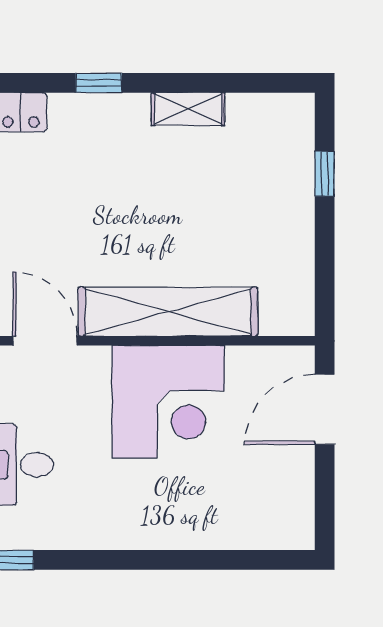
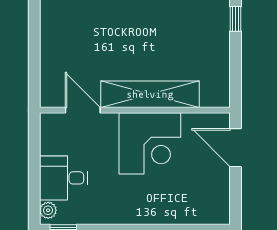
door: (325, 409) -> (235, 148), hinge flipped

